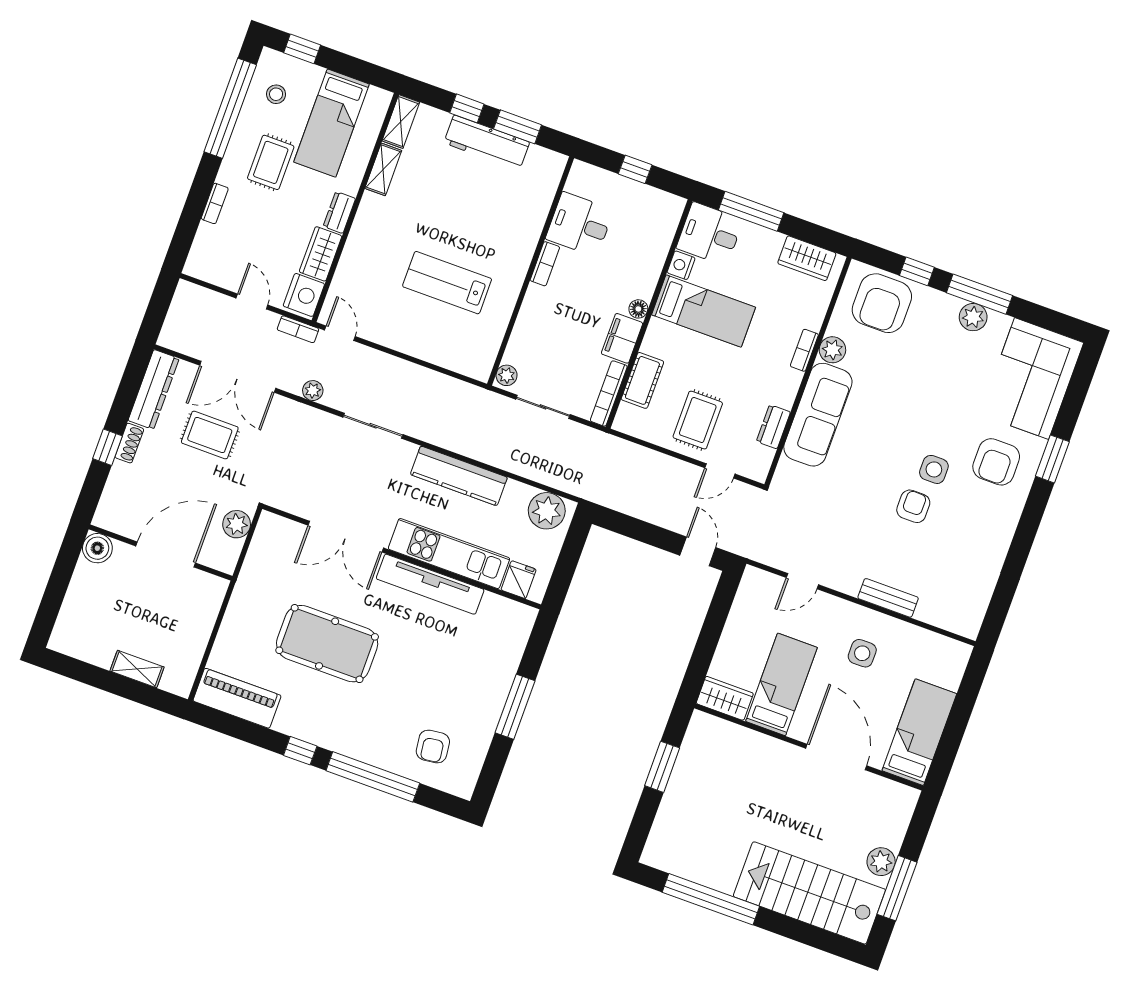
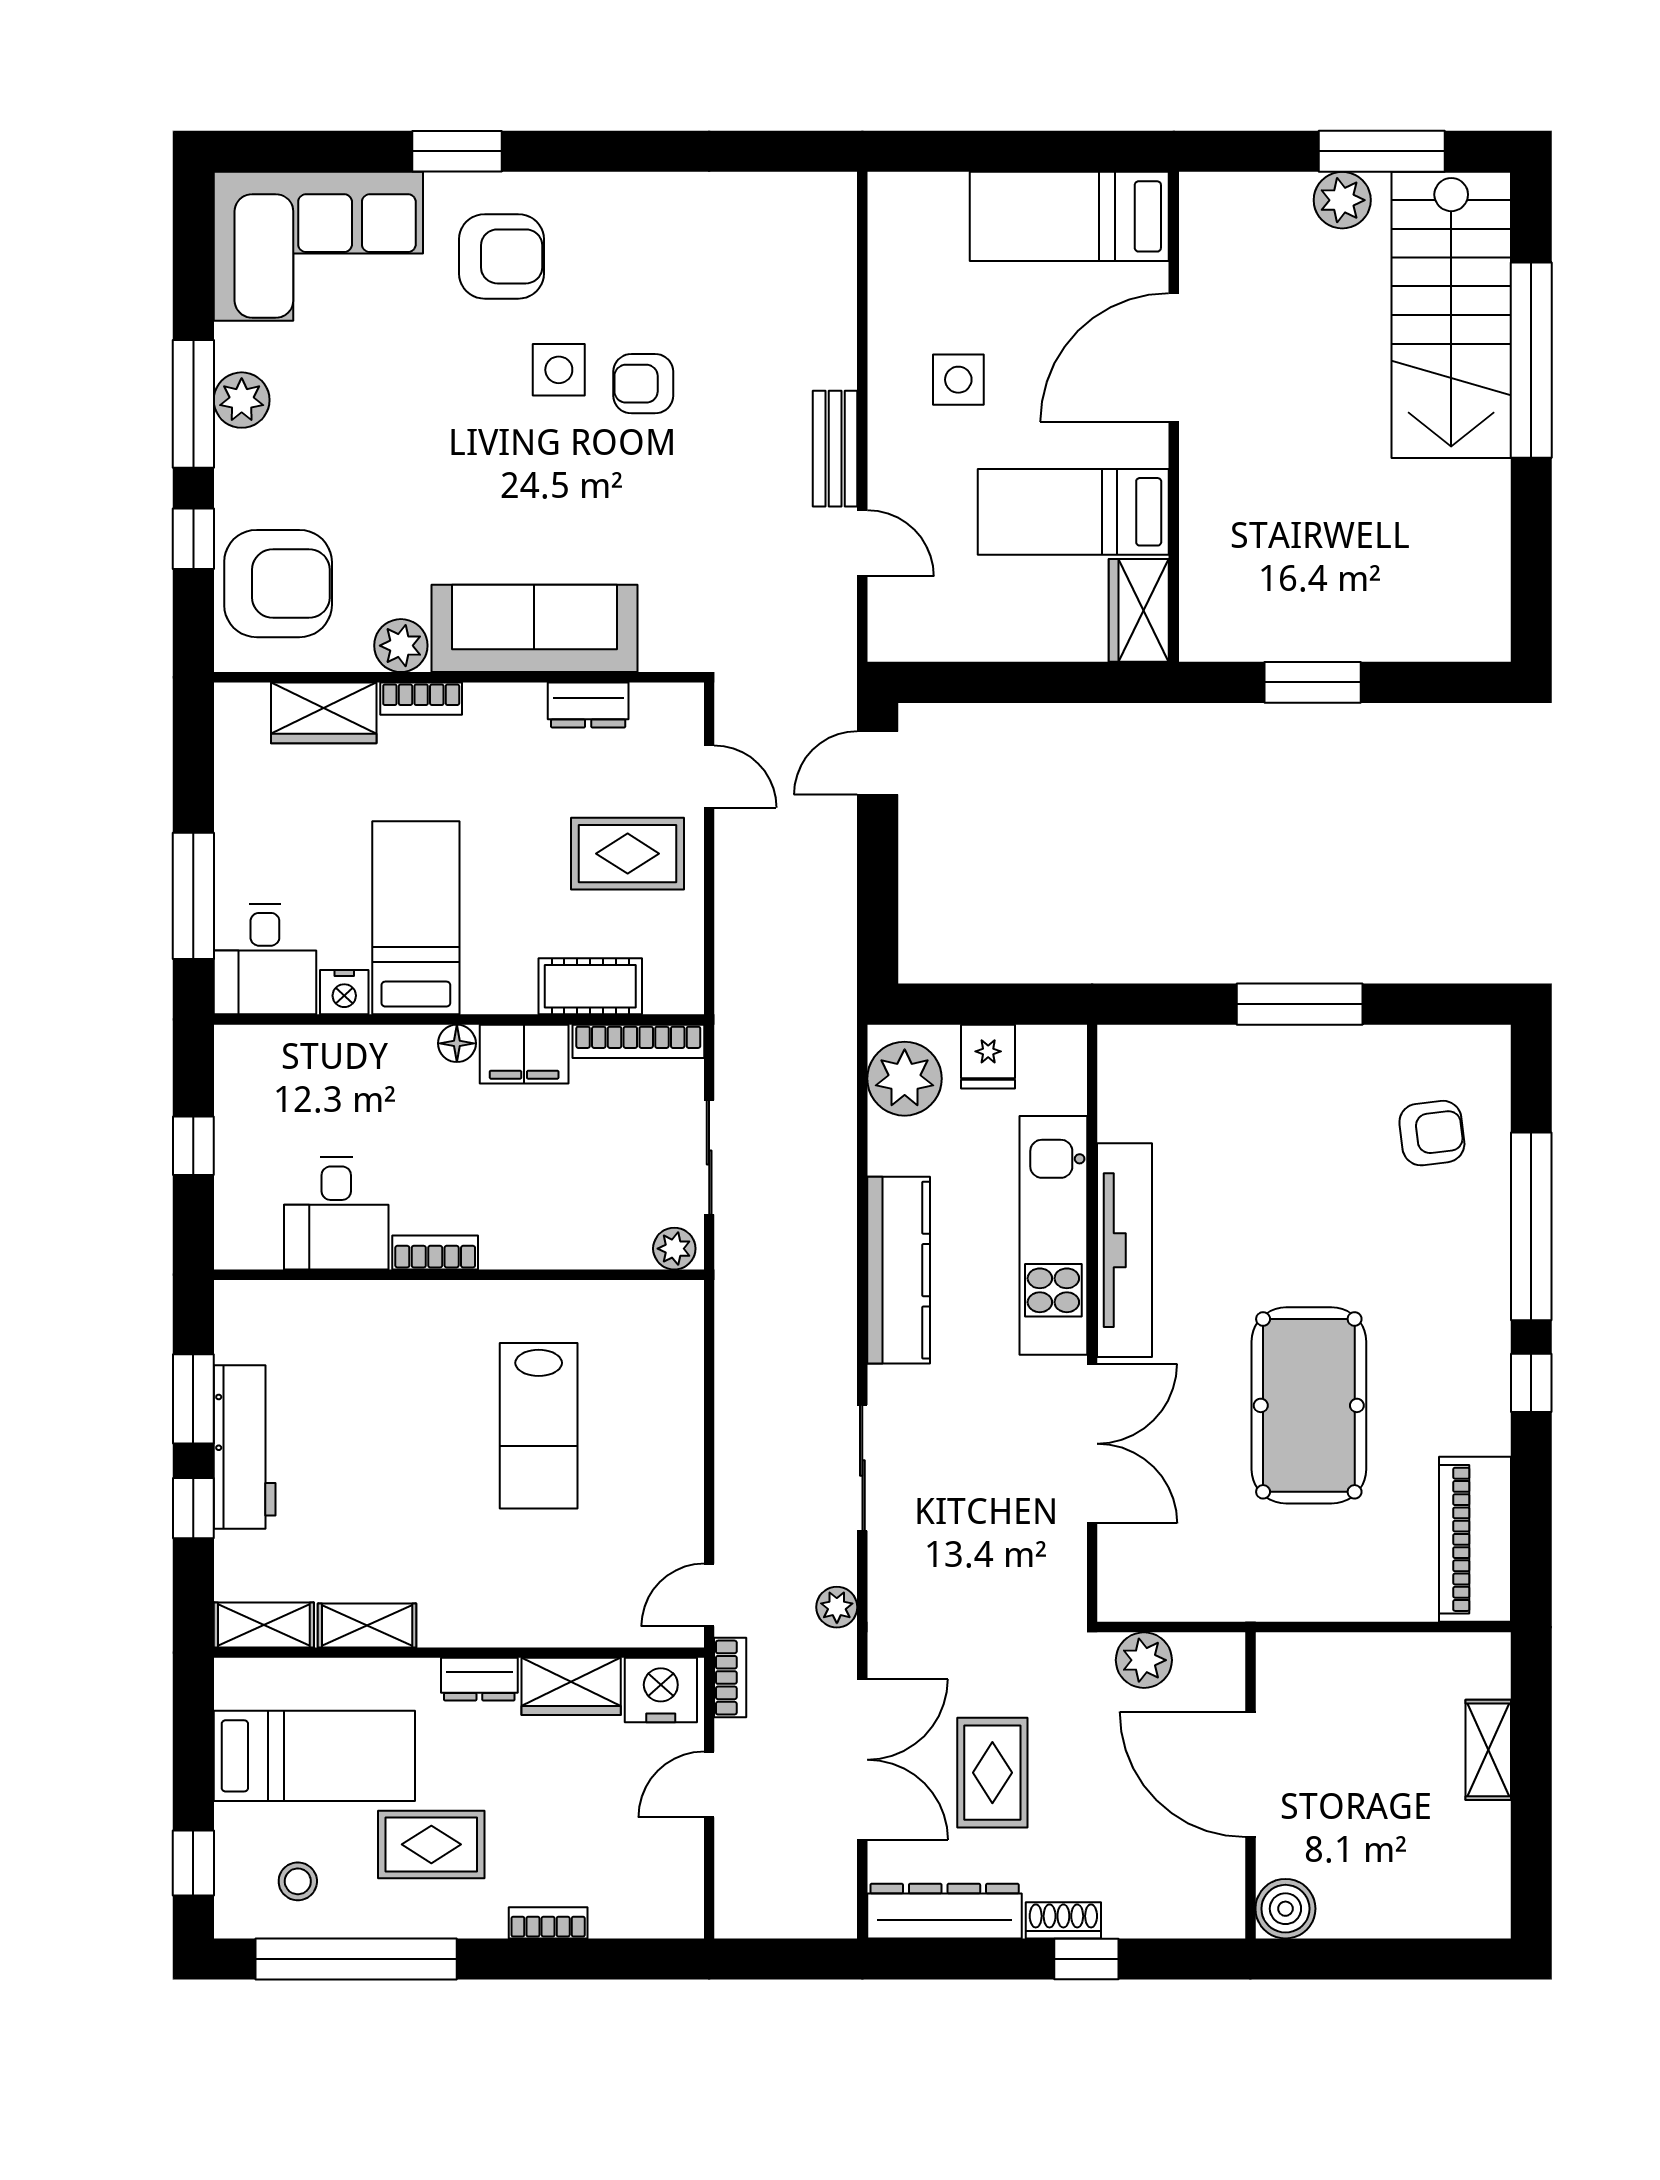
wardrobe: (807, 258) -> (324, 713), moved, turned 90
fridge: (519, 580) -> (988, 1057), moved, turned -90
bench: (888, 598) -> (835, 449), moved
window: (711, 899) -> (1531, 360), moved

